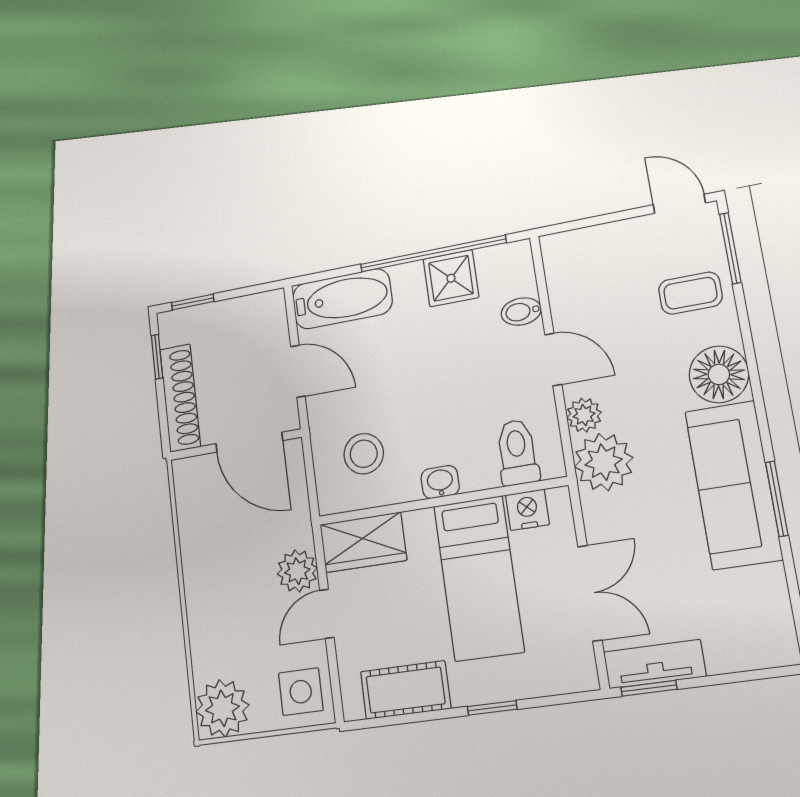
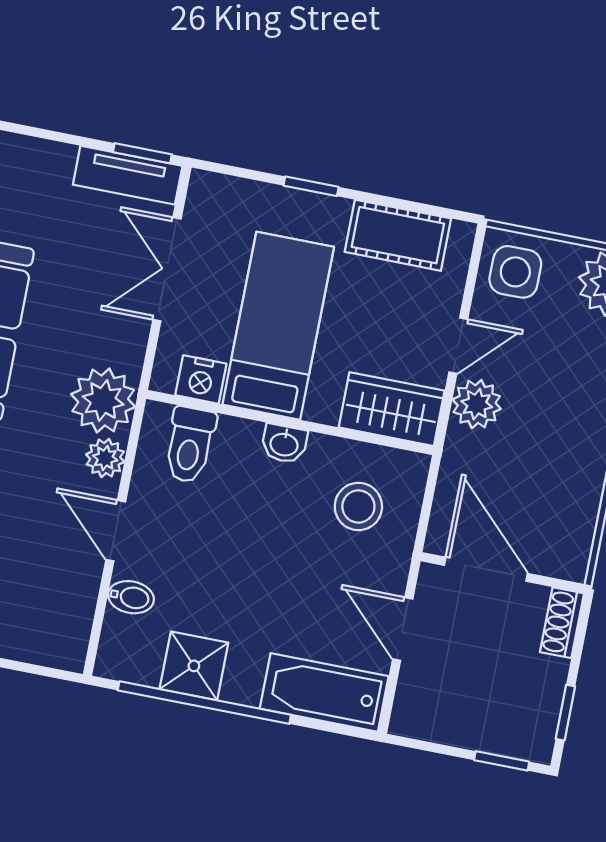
shoe rack: (180, 398) -> (562, 623), width x0.51, depth x0.81

